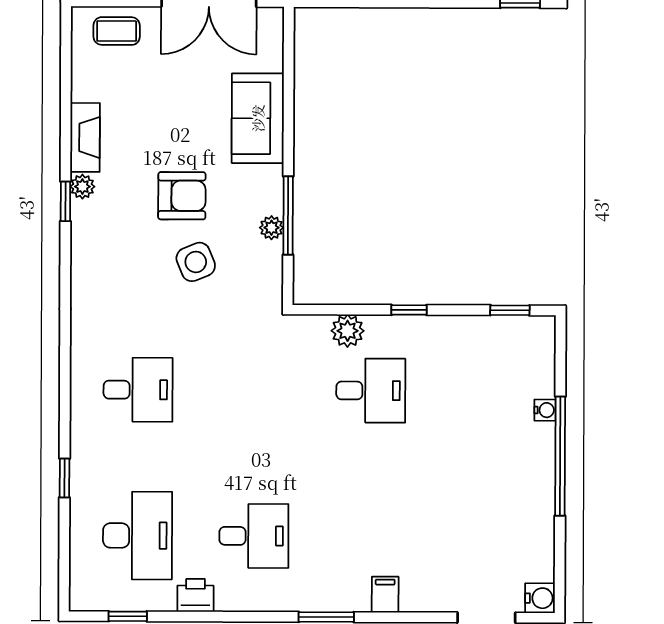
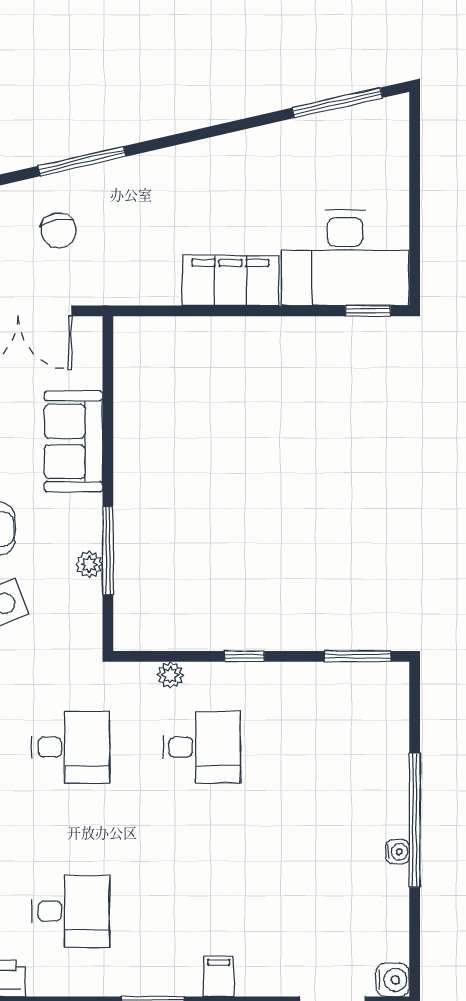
window: (510, 310) -> (358, 656), width x1.50
plant: (348, 331) -> (170, 675), width x0.73, depth x0.73
desk: (254, 390) -> (71, 747), added
water cooler: (545, 410) -> (397, 852), moved

